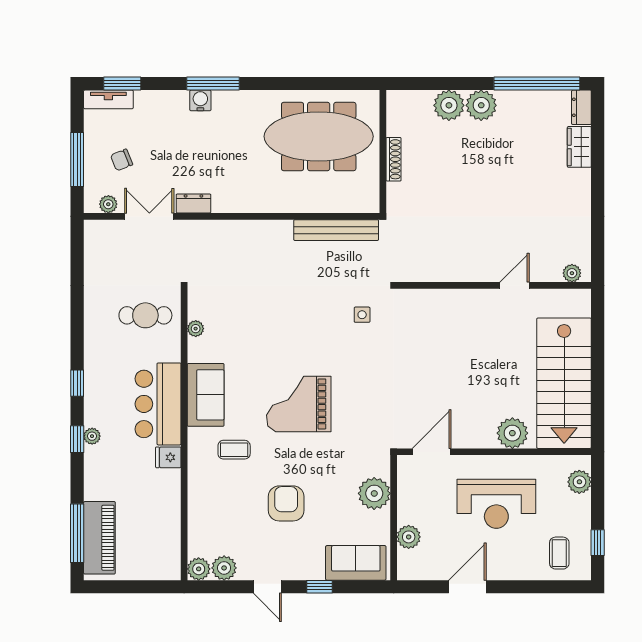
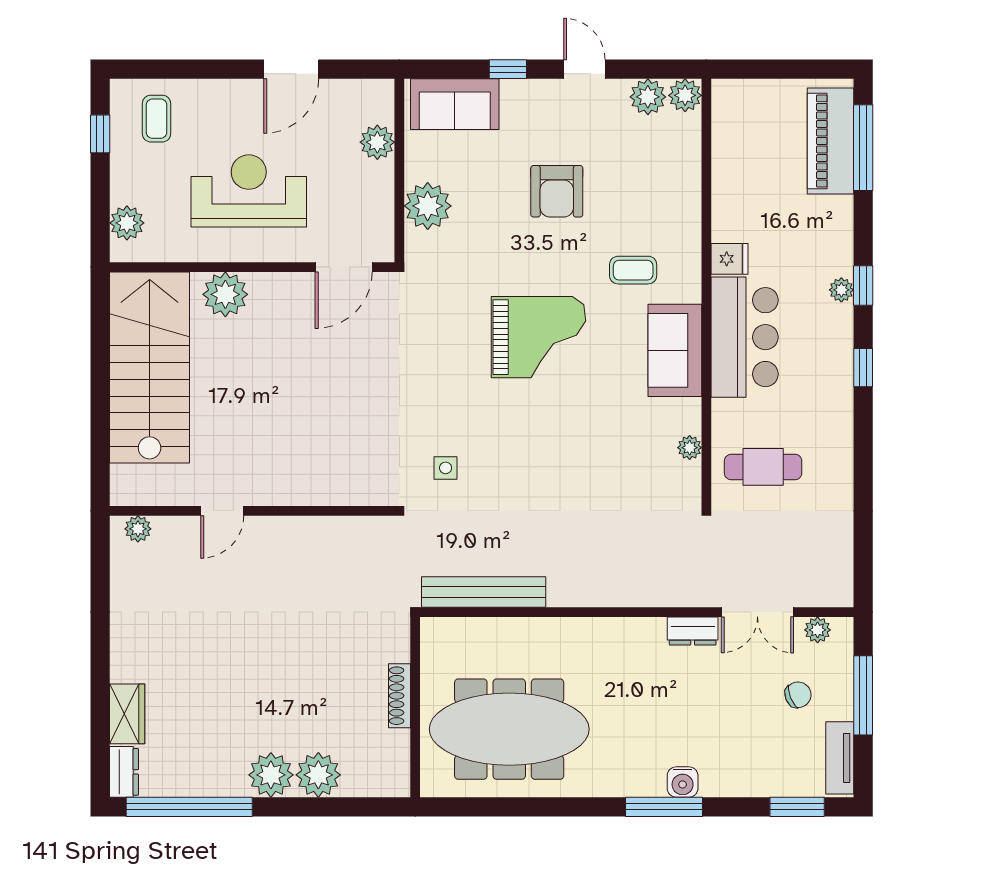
tv unit: (108, 99) -> (840, 758), moved, turned -90

